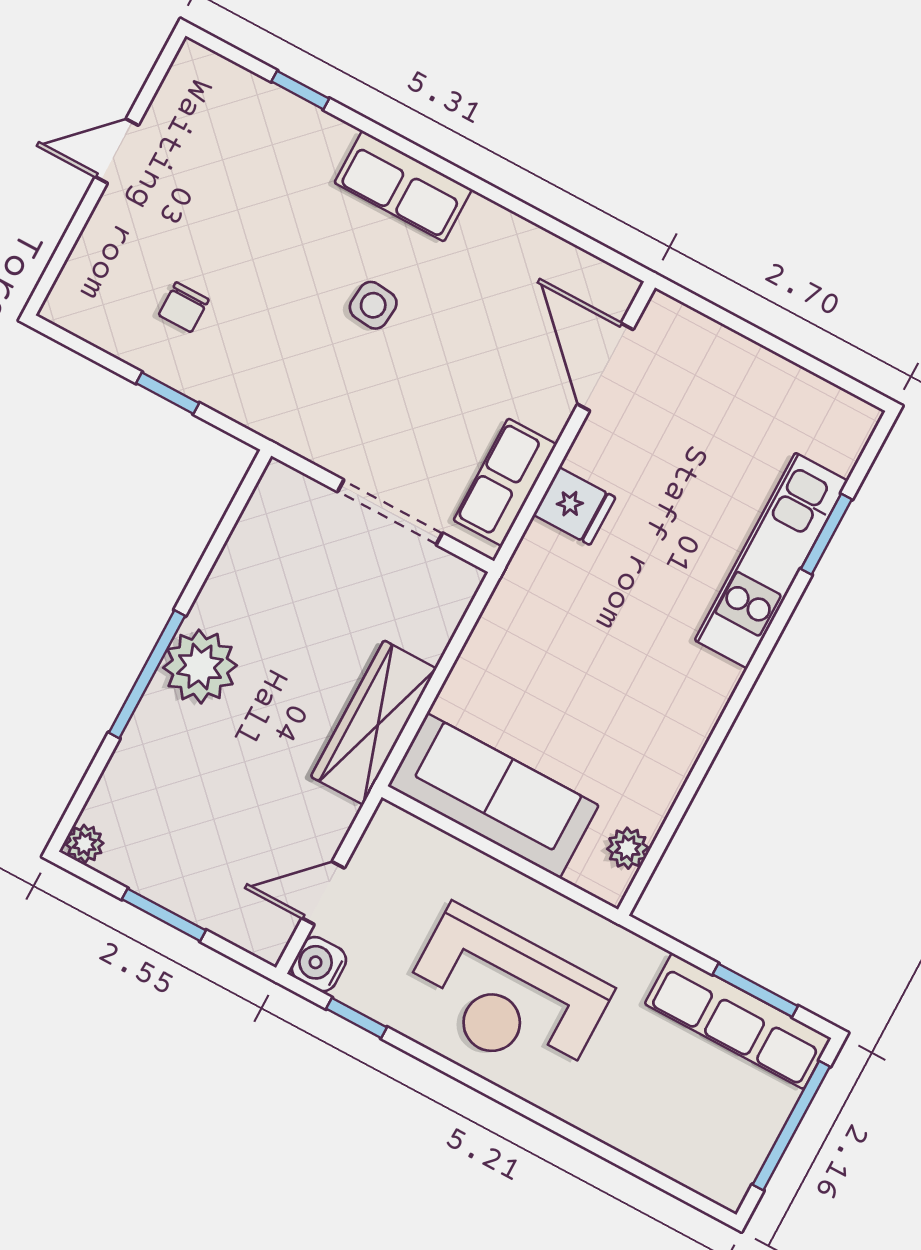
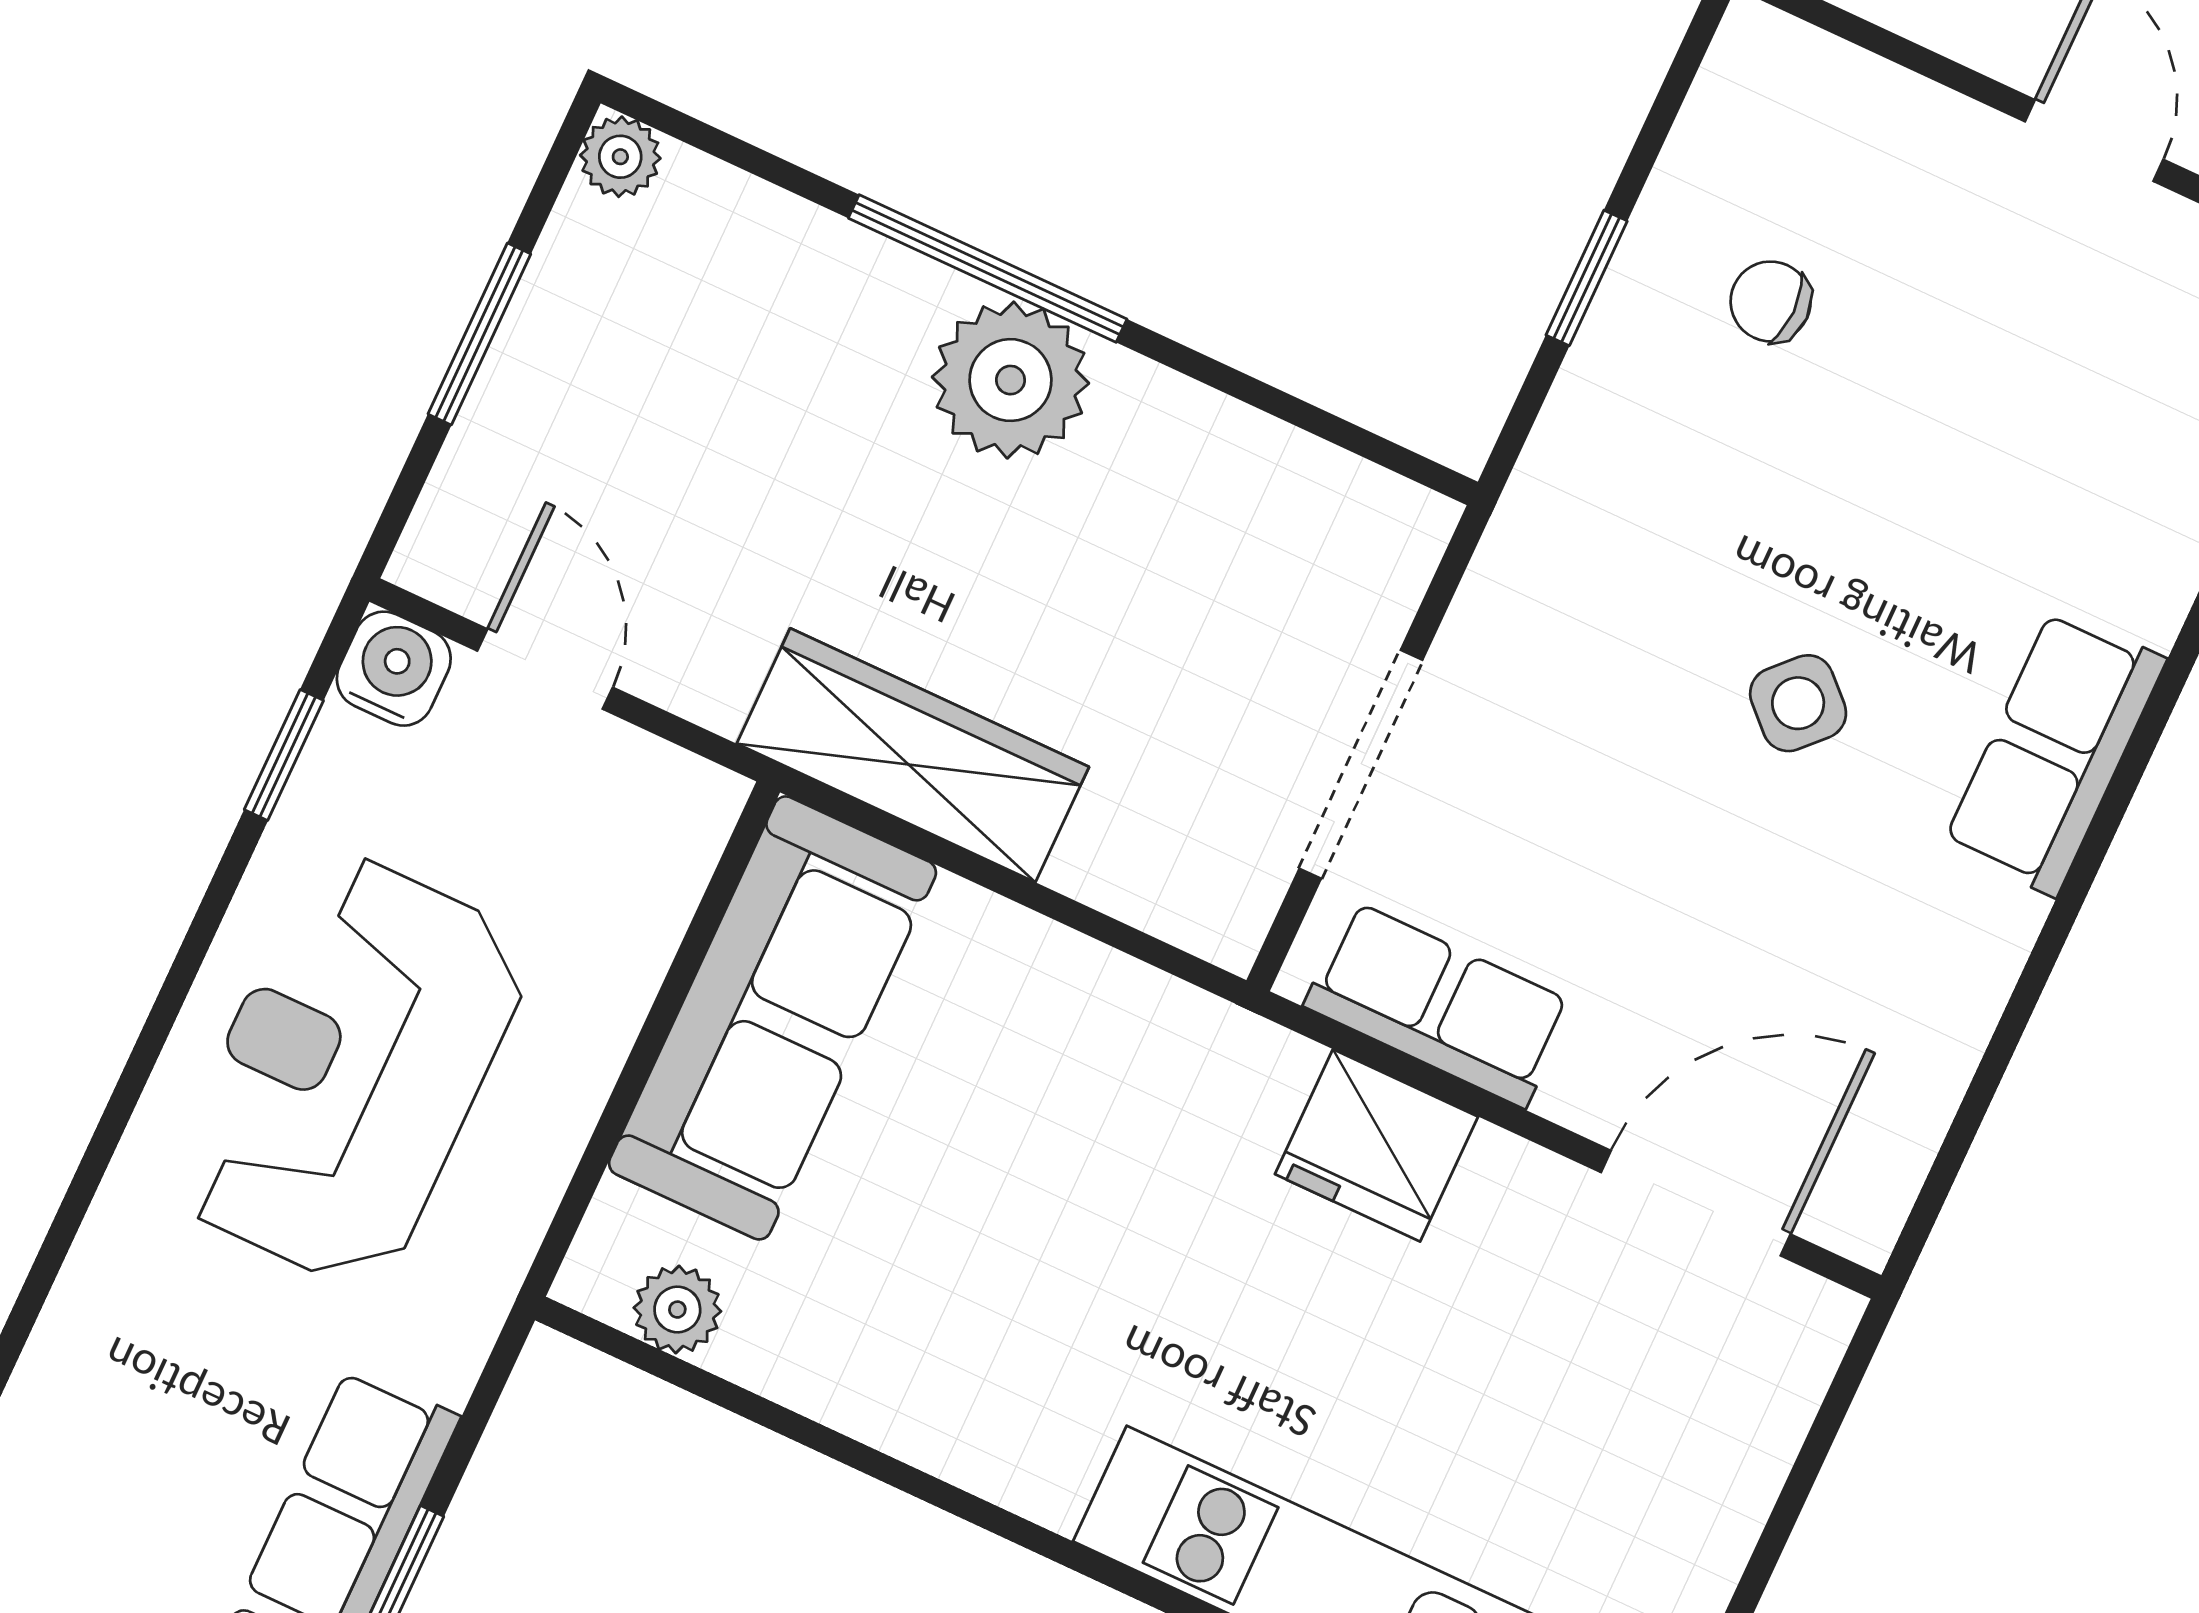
side table: (373, 305) -> (1798, 703), turned 38
fridge: (574, 506) -> (1377, 1145), width x1.38

